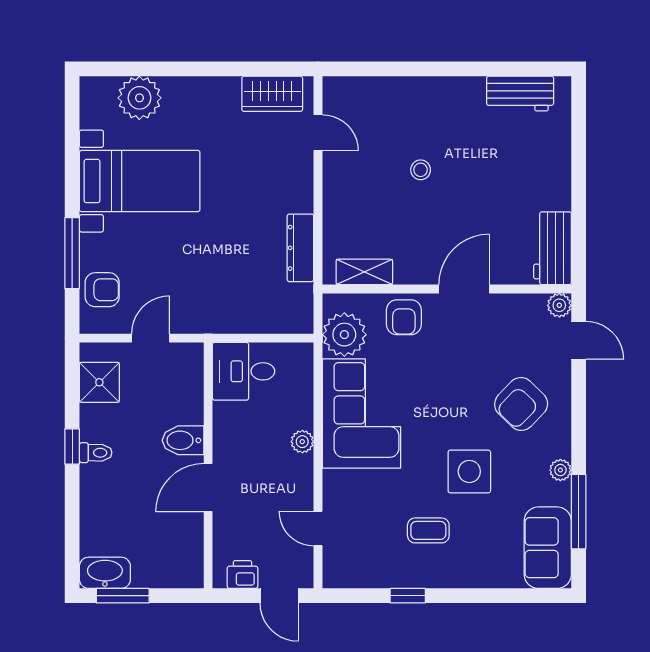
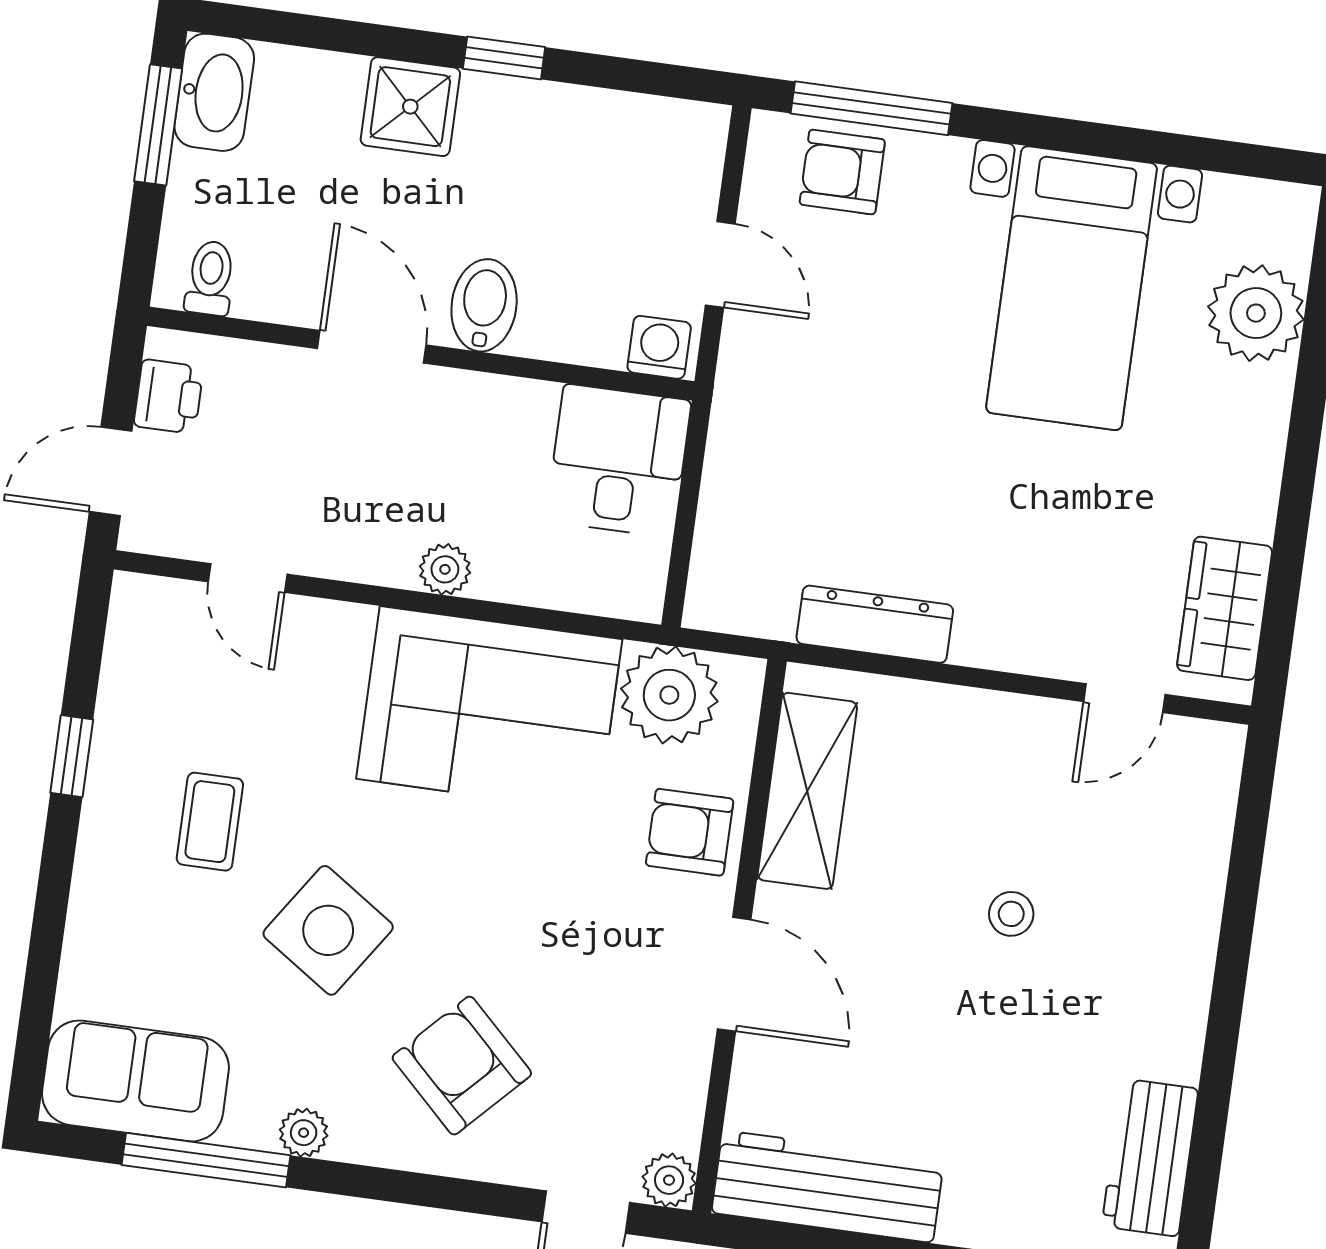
workbench: (552, 248) -> (828, 1187), width x1.38
window: (72, 253) -> (872, 108), moved
shelving: (364, 272) -> (807, 791), width x1.50, depth x1.33
armchair: (102, 290) -> (842, 172), turned 90
washing machine: (191, 360) -> (659, 347), added
shower: (99, 382) -> (410, 107), moved
toilet: (96, 453) -> (210, 278), moved, turned 180
side table: (469, 471) -> (328, 930), turned 34
door: (318, 529) -> (248, 578), swing flipped

